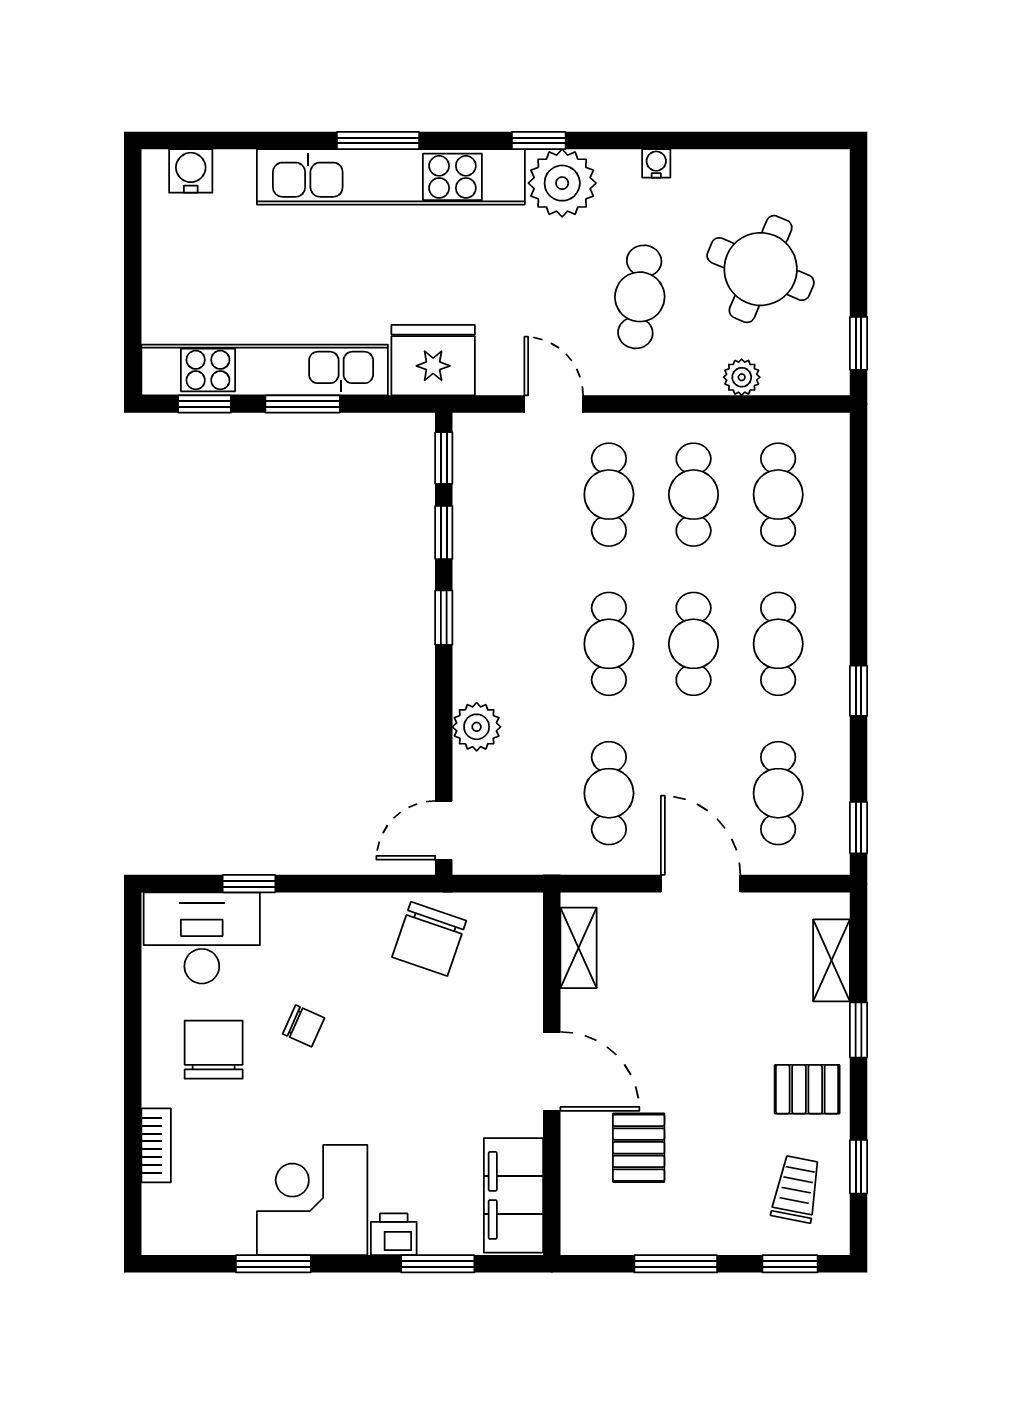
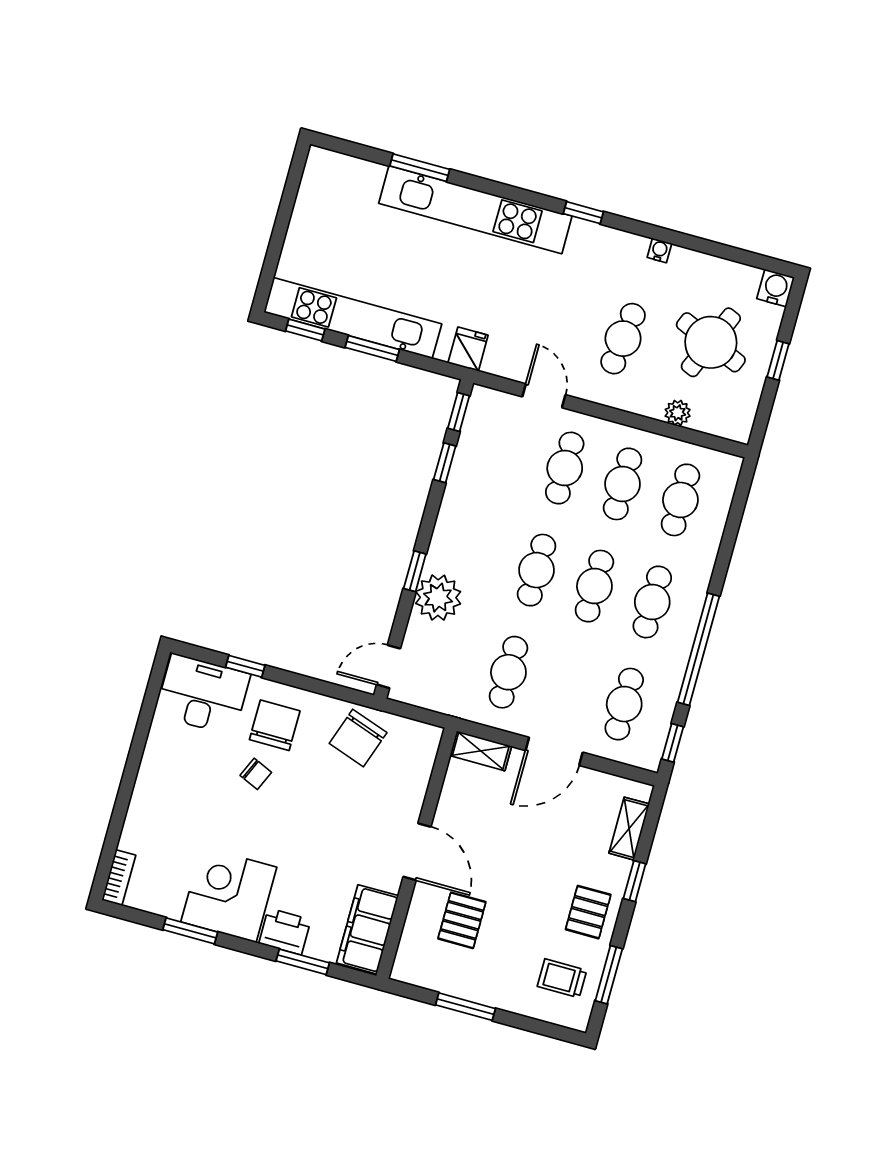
window: (378, 141) -> (420, 168), moved
water cooler: (191, 171) -> (776, 288), moved
plant: (562, 183) -> (591, 246), removed
window: (859, 343) -> (778, 360), moved
fridge: (433, 360) -> (468, 349), width x0.53, depth x0.75
window: (444, 618) -> (415, 571), moved
window: (859, 691) -> (698, 649), width x3.17
plant: (477, 727) -> (438, 598), width x1.36, depth x1.36
door: (701, 884) -> (554, 751), swing flipped
shelving: (579, 948) -> (481, 751), moved, turned 90
chair: (214, 1050) -> (275, 725), moved
pallet: (807, 1089) -> (588, 912), turned 90
bookcase: (156, 1145) -> (119, 878), moved
window: (859, 1167) -> (609, 975), width x1.50
trolley: (796, 1189) -> (562, 978), turned -101
printer: (394, 1234) -> (285, 932), width x1.36, depth x1.24
window: (790, 1264) -> (544, 1028), removed

